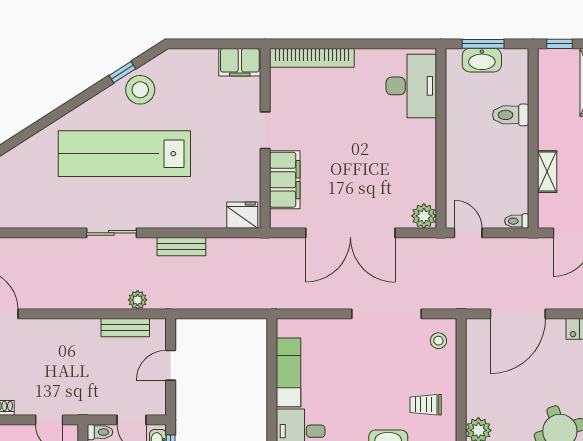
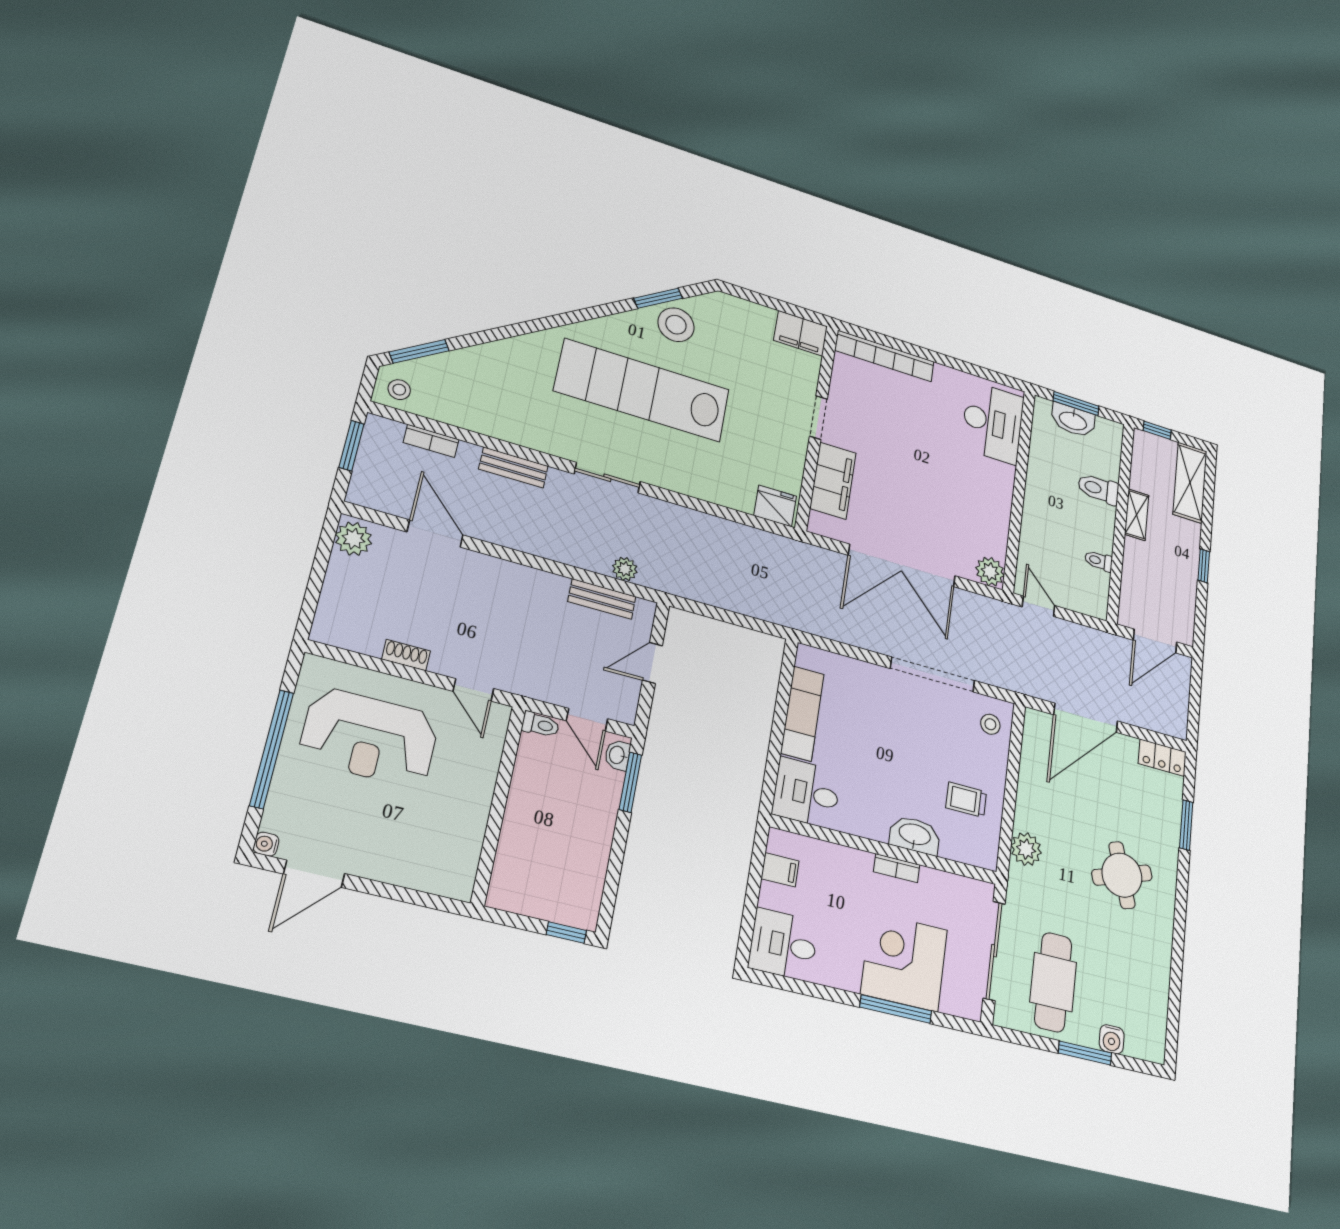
window: (122, 72) -> (658, 298), width x1.50
shelving: (547, 172) -> (1137, 515), moved
toilet: (517, 221) -> (1099, 561), moved
bench: (181, 247) -> (513, 468), moved

